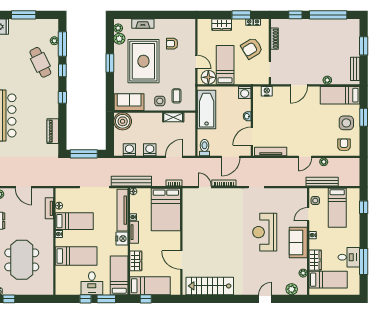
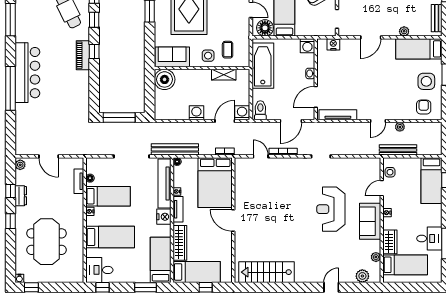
piano: (53, 131) -> (83, 55), moved
washing machine: (129, 150) -> (242, 113), moved
bed: (337, 208) -> (431, 181), moved
door: (181, 260) -> (233, 220), moved
wardrobe: (136, 261) -> (180, 243), width x1.50
desk: (92, 283) -> (99, 270), moved, turned 90
window: (85, 299) -> (102, 287), moved
window: (146, 299) -> (206, 287), moved

